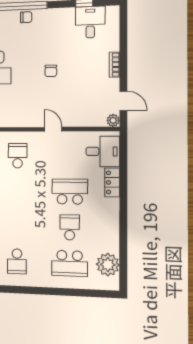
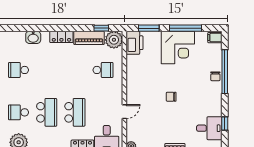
door: (53, 129) -> (124, 112), moved
school desk: (70, 227) -> (47, 112), width x1.85
school desk: (70, 263) -> (18, 112), width x0.54

